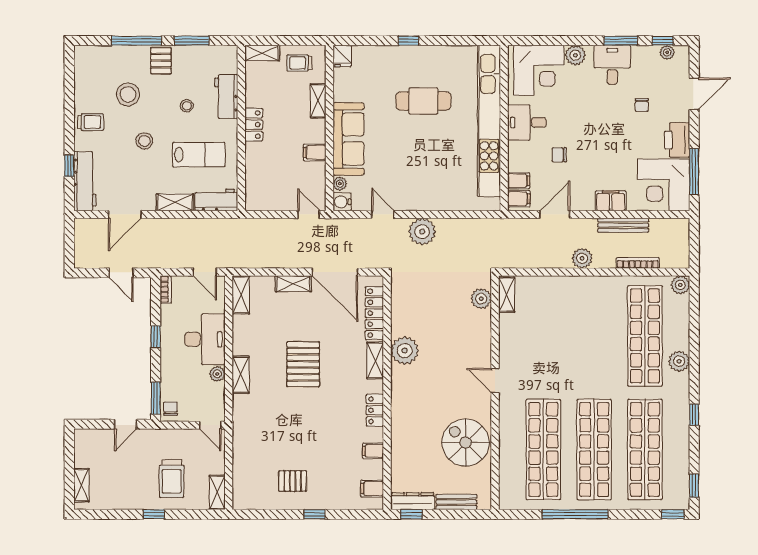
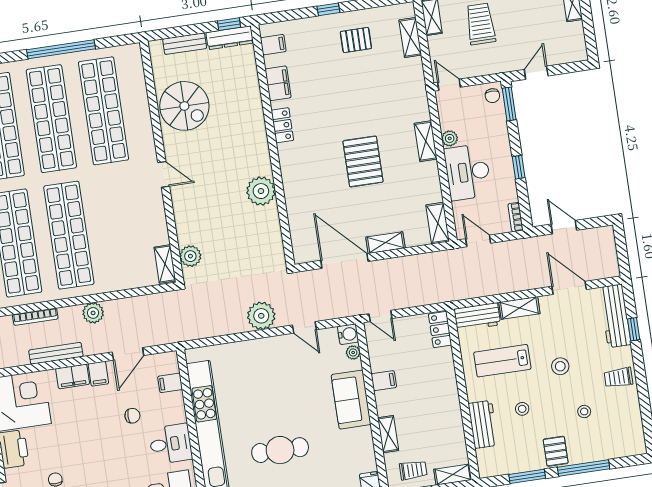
stool: (128, 94) -> (584, 411), width x0.53, depth x0.53
locker: (254, 125) -> (440, 329), moved
sofa: (348, 139) -> (351, 400), width x0.73
filing cabinet: (519, 199) -> (98, 374), moved, turned -90
door: (125, 214) -> (569, 288), hinge flipped
locker: (374, 313) -> (298, 225), removed
shop shelf: (594, 336) -> (69, 235), added
shelving: (375, 360) -> (410, 37), moved
filing cabinet: (373, 451) -> (278, 83), width x2.00

